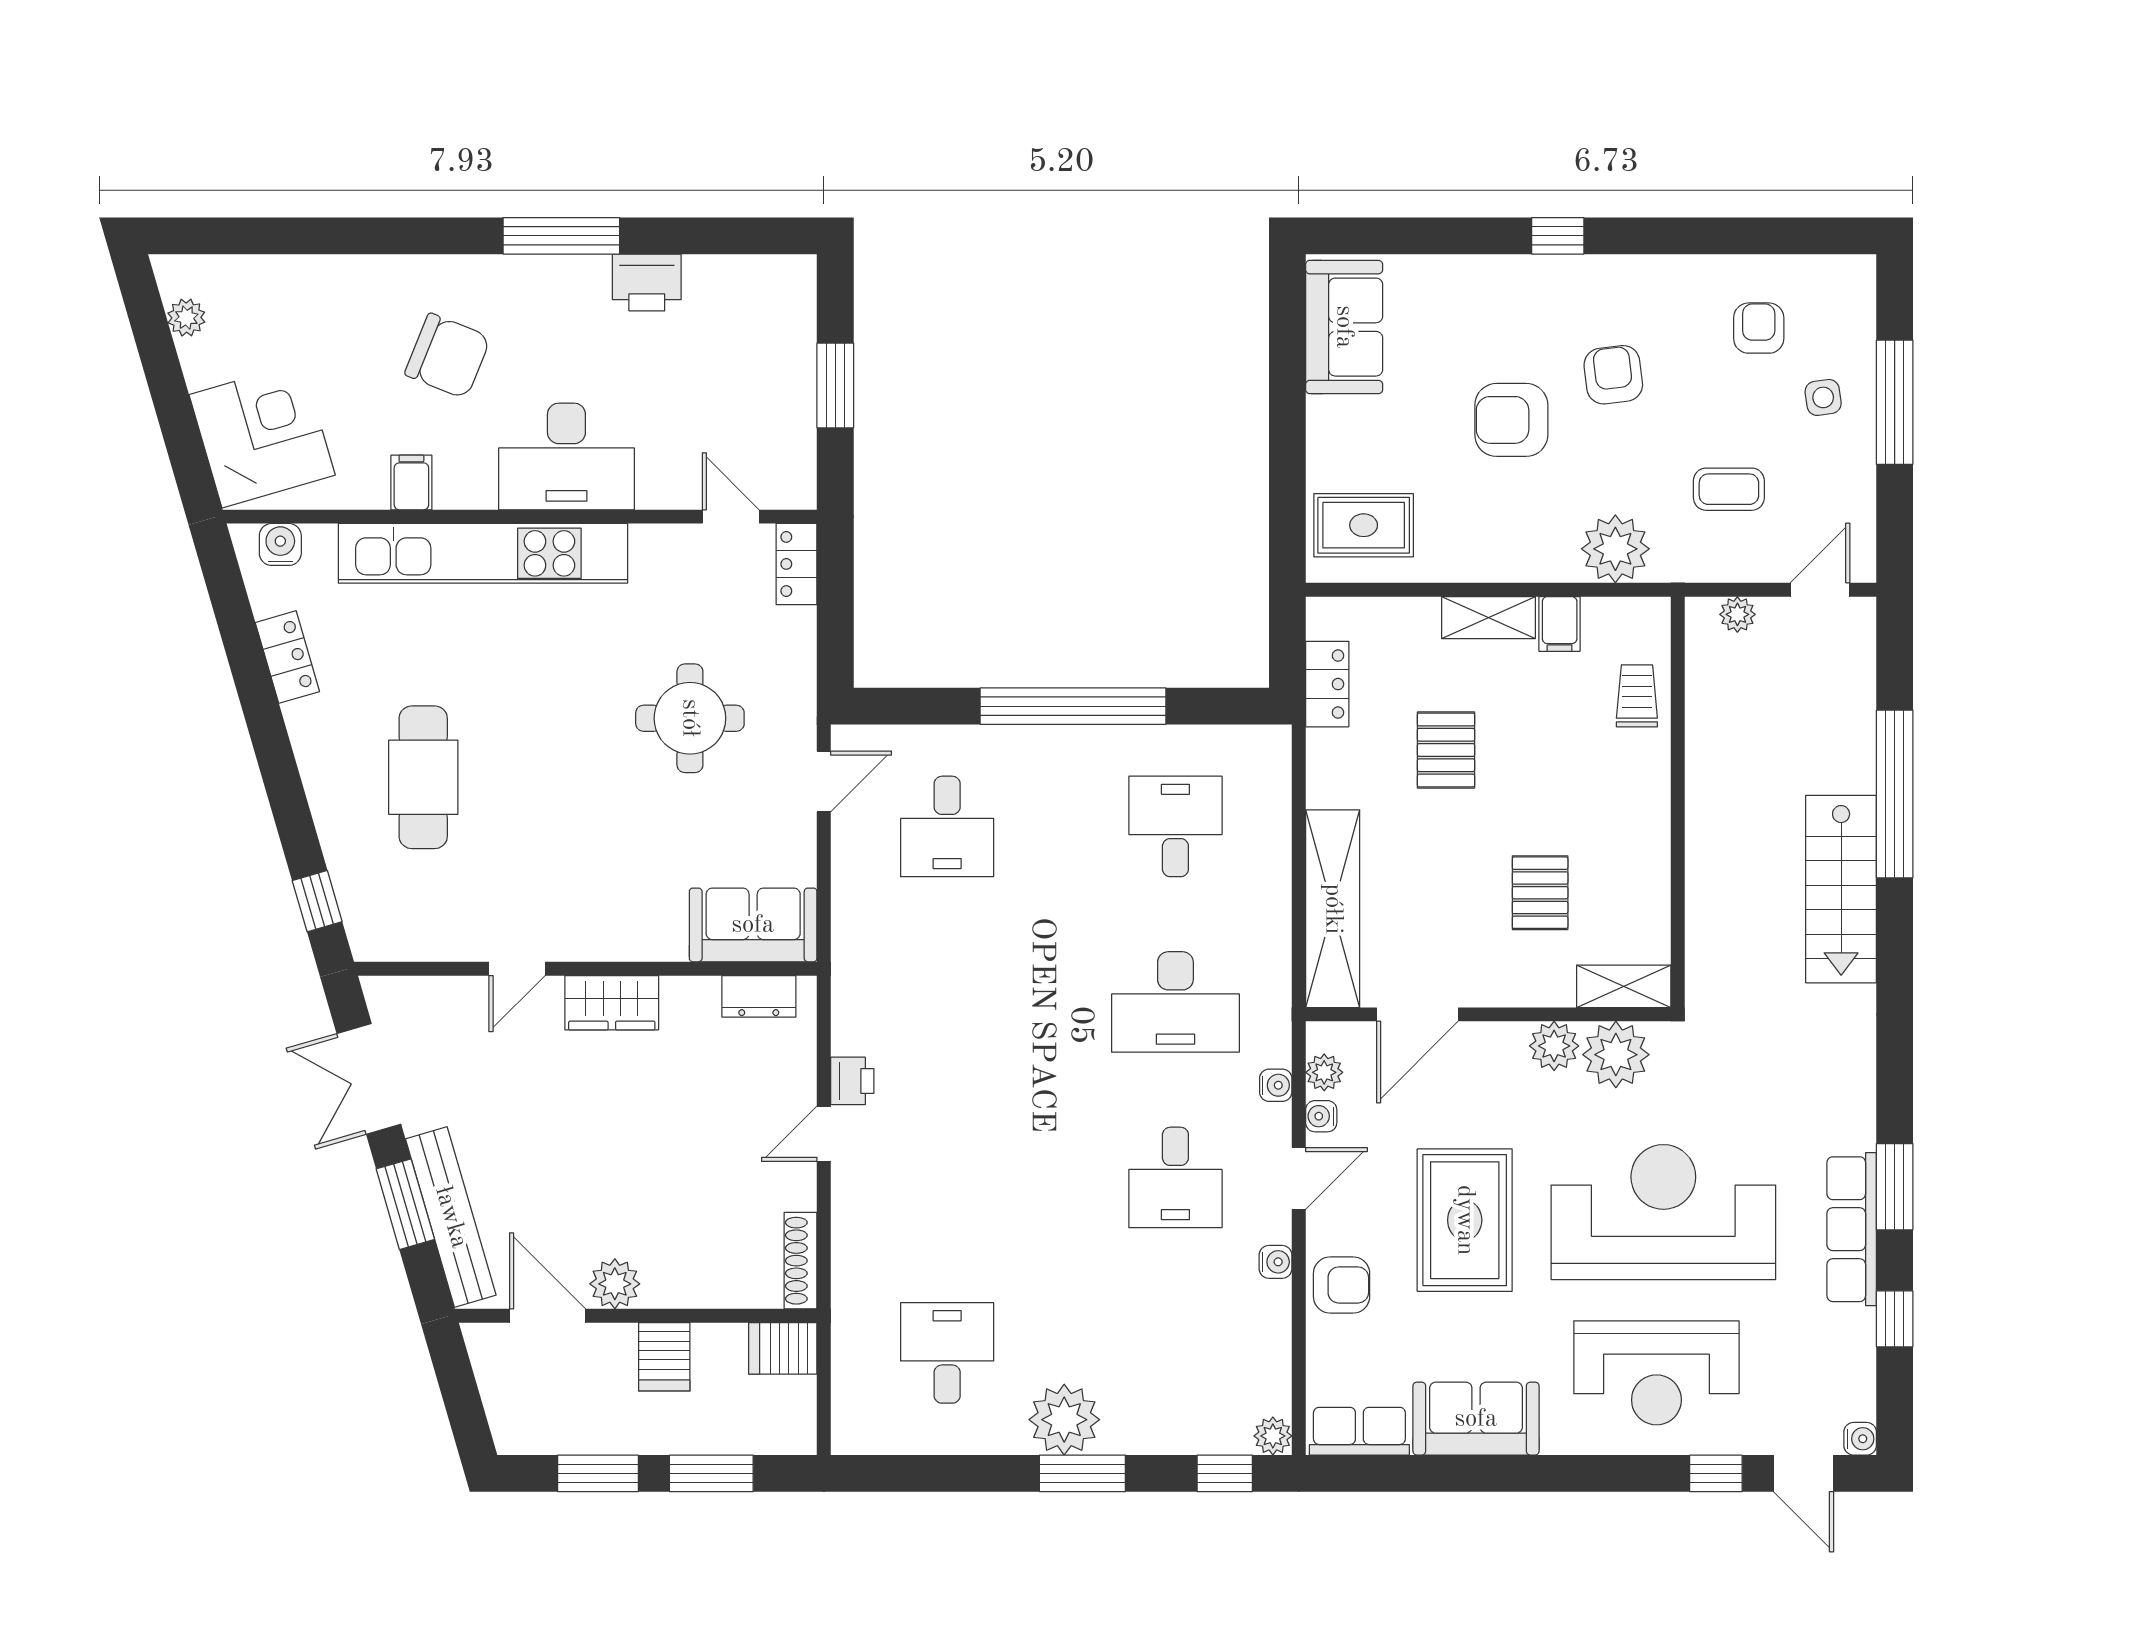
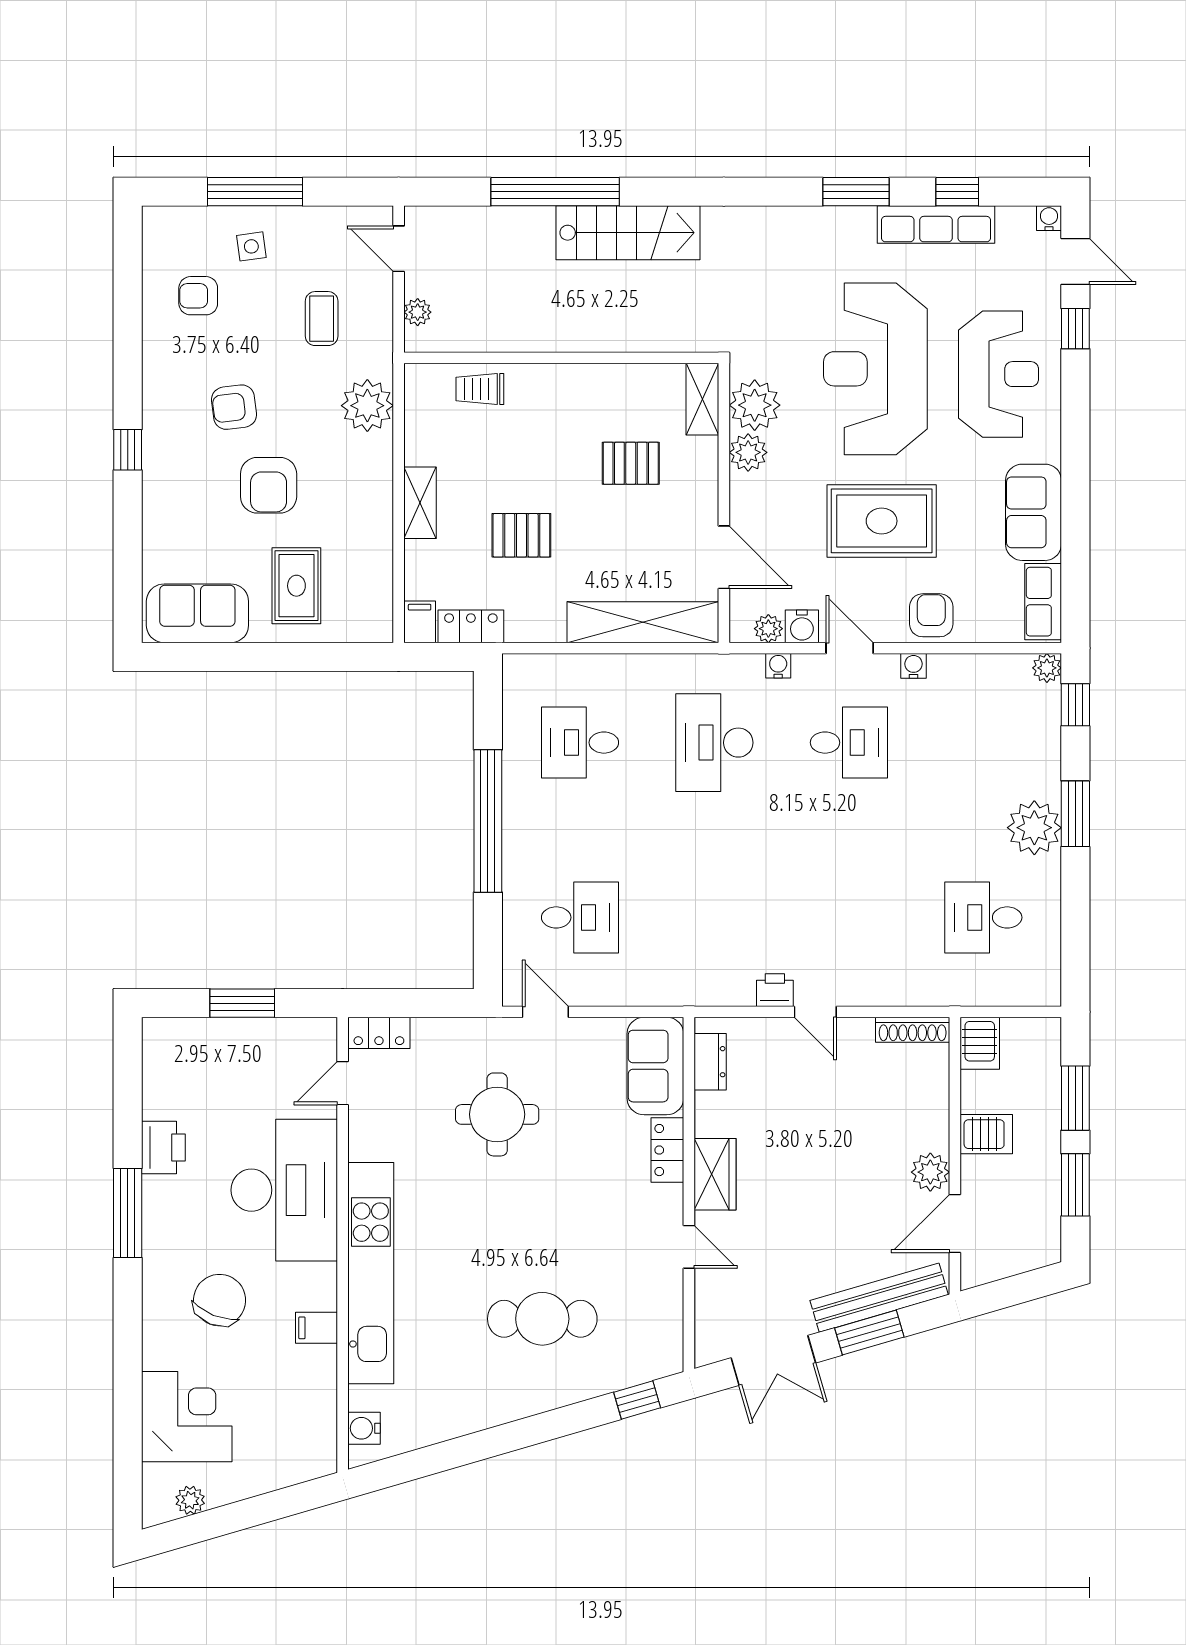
corner desk: (262, 435) -> (187, 1417), moved, turned 106
desk: (566, 456) -> (284, 1190), width x1.36, depth x1.30
rug: (1364, 525) -> (296, 586), moved
filing cabinet: (1560, 624) -> (420, 622), moved, turned -90
locker: (287, 657) -> (667, 1150), moved, turned -74
desk: (1175, 1002) -> (714, 743), turned 180
water cooler: (1321, 1116) -> (802, 626), width x1.38, depth x1.38
row of seats: (1852, 1229) -> (936, 225), moved
door: (1803, 1473) -> (1075, 262), hinge flipped

